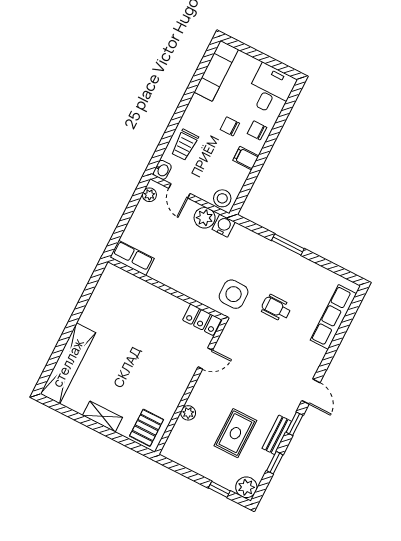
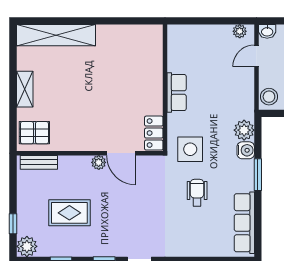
plant: (205, 218) -> (244, 130), moved
water cooler: (224, 226) -> (246, 150), moved
row of seats: (132, 258) -> (177, 93), moved
row of seats: (333, 317) -> (244, 223), moved, turned -90
door: (205, 359) -> (121, 153), width x1.38
plant: (188, 413) -> (99, 162), moved
bench: (277, 435) -> (39, 162), moved

